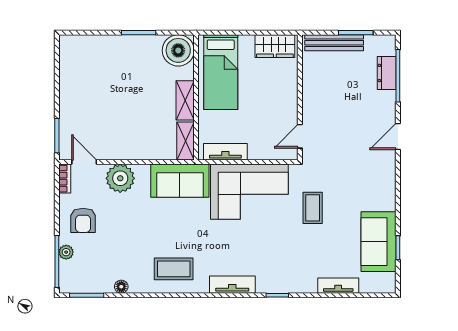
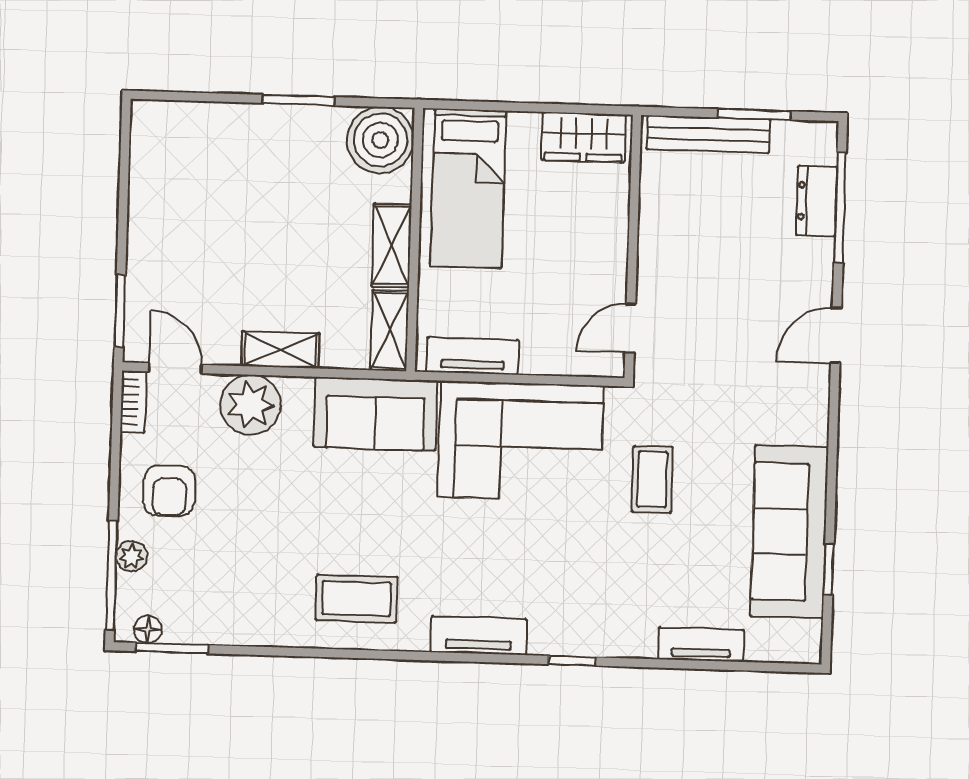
shelving: (134, 152) -> (280, 350), added
sofa: (379, 242) -> (789, 532), width x1.36
floor lamp: (121, 287) -> (148, 629), moved

